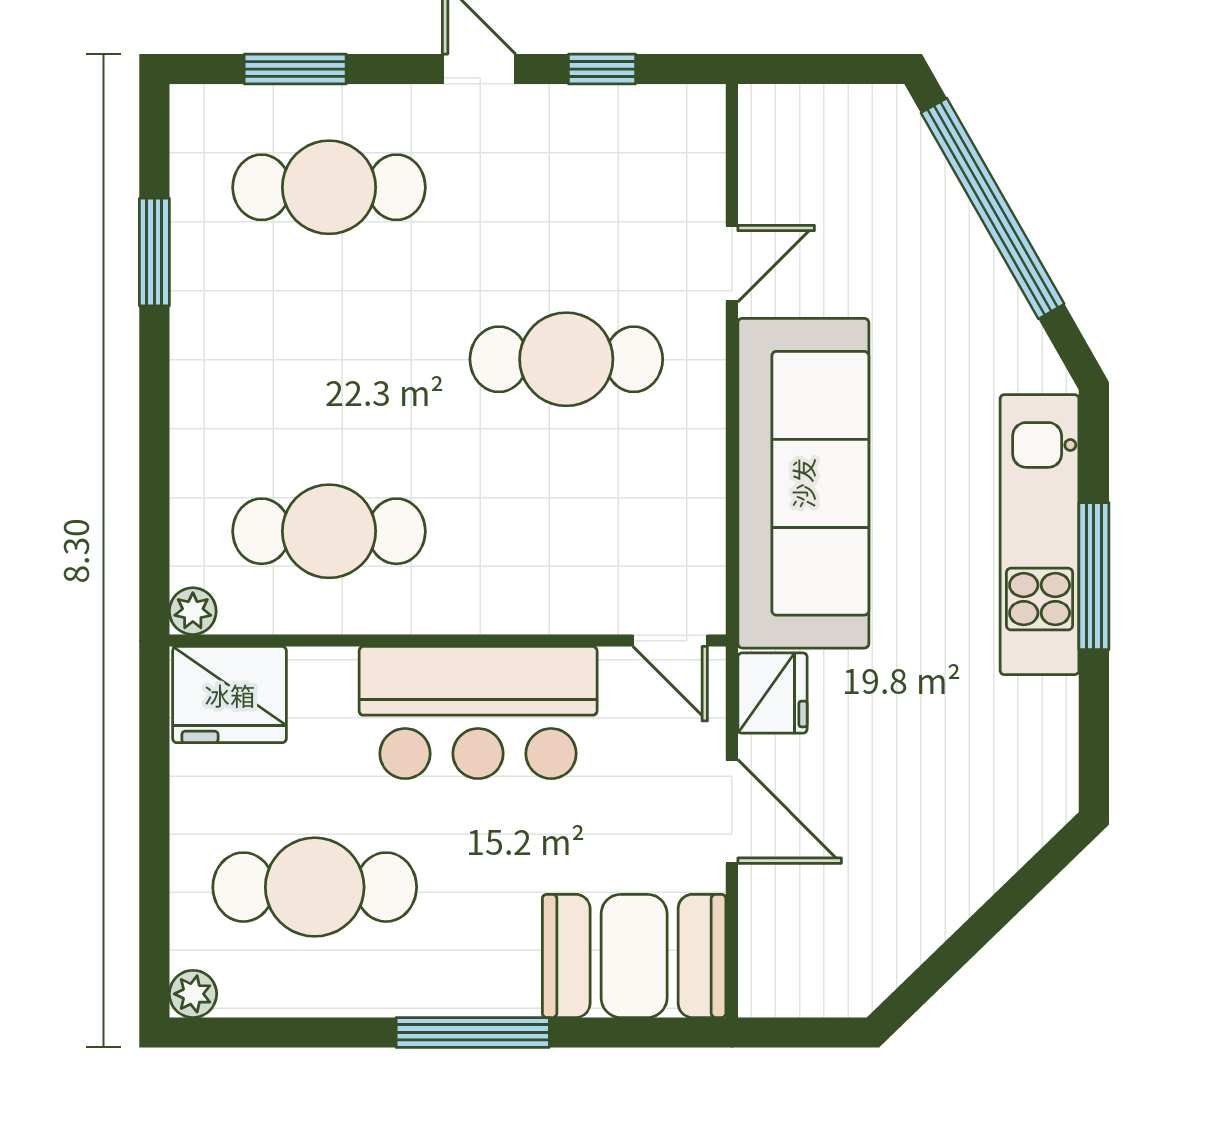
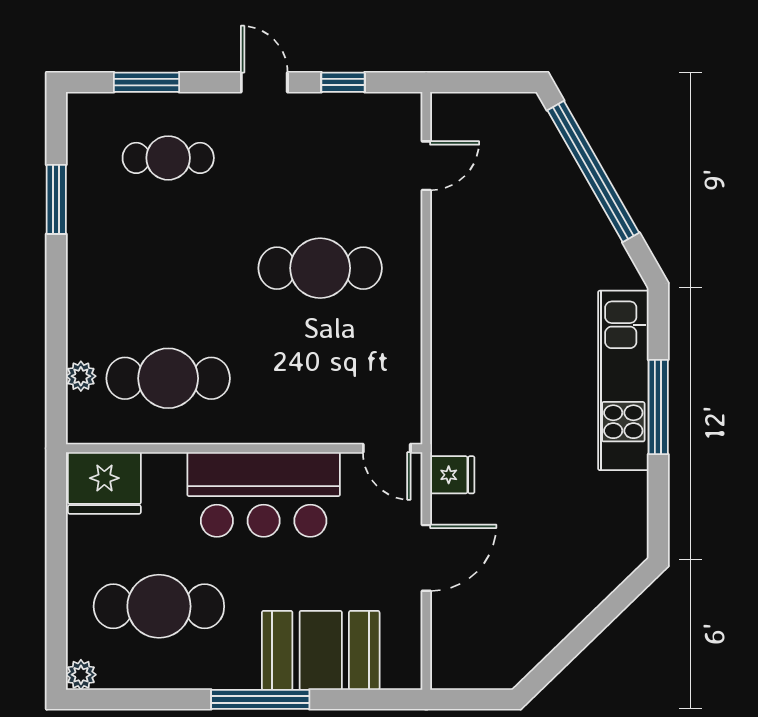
cafe table: (329, 187) -> (168, 158), width x0.73, depth x0.74
door: (732, 264) -> (426, 166), moved
sofa: (803, 483) -> (472, 348), removed
plant: (193, 611) -> (81, 376), moved
fridge: (772, 693) -> (452, 475), width x0.72
door: (732, 812) -> (426, 558), hinge flipped
booth: (634, 956) -> (321, 650), moved

